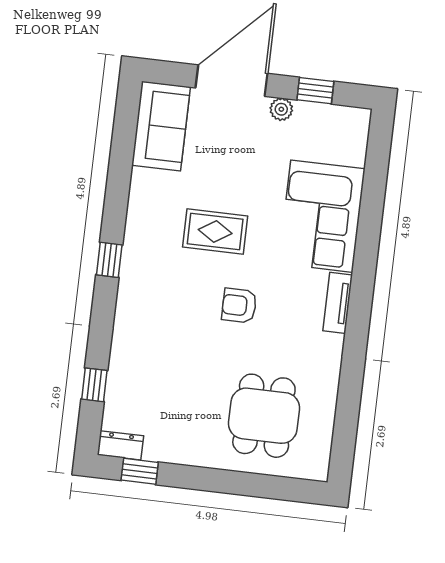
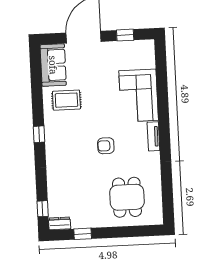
plant: (281, 109) -> (110, 47), removed
rug: (215, 232) -> (66, 100), moved
window: (94, 385) -> (43, 209), moved
window: (140, 471) -> (83, 234), moved

